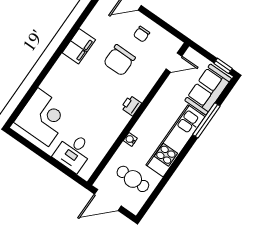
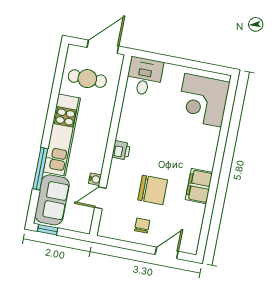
chair: (119, 60) -> (153, 190), turned 90
door: (174, 63) -> (100, 198), moved
water cooler: (130, 139) -> (95, 179), moved
desk: (73, 152) -> (144, 77), moved

